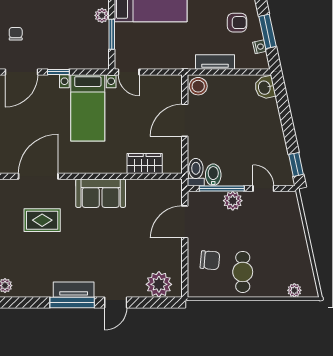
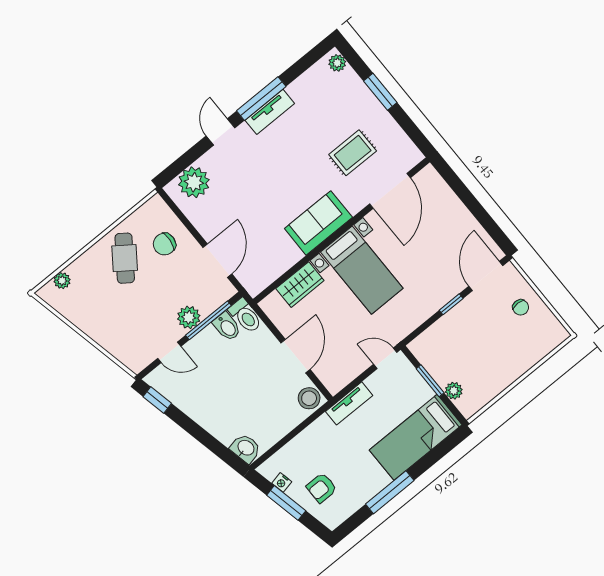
tv unit: (215, 62) -> (349, 403), moved
bed with nightstands: (88, 108) -> (362, 270), moved, turned 180
cafe table: (243, 272) -> (125, 258), turned 36

